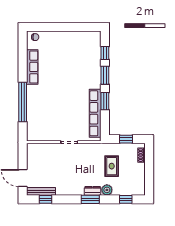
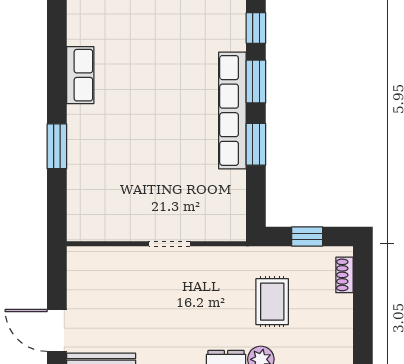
row of seats: (32, 67) -> (80, 75), width x0.68
window: (23, 102) -> (57, 146), width x0.47
row of seats: (95, 113) -> (232, 110), moved

